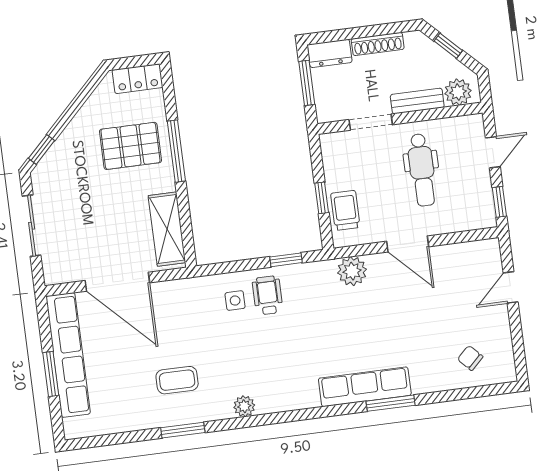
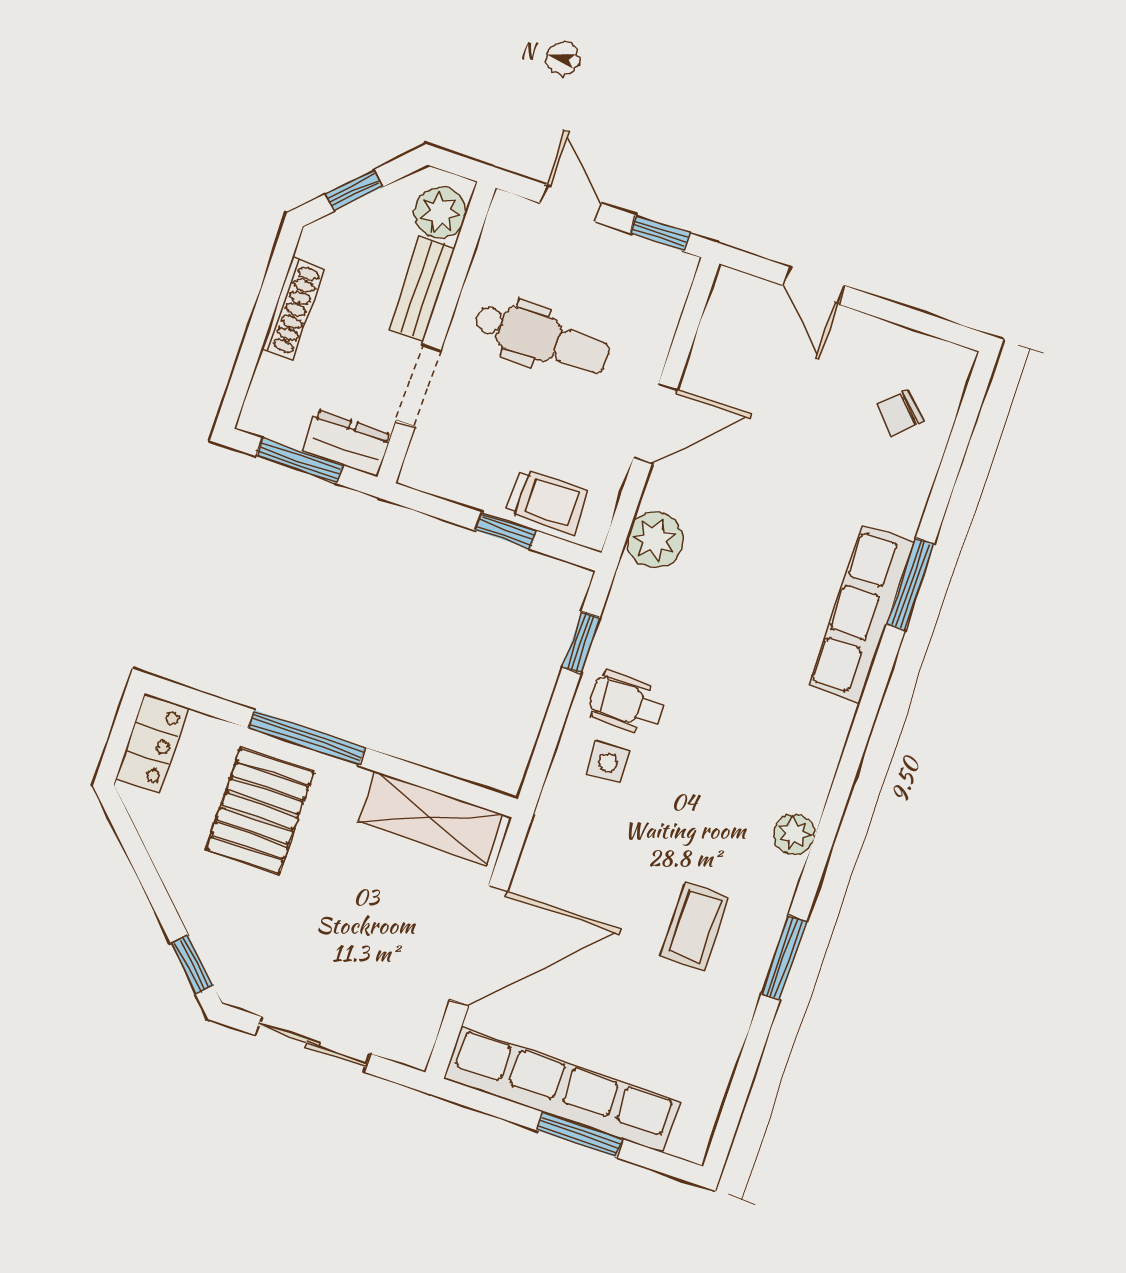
dresser: (330, 53) -> (347, 443), moved, turned -90
trolley: (345, 210) -> (547, 501), turned 180

